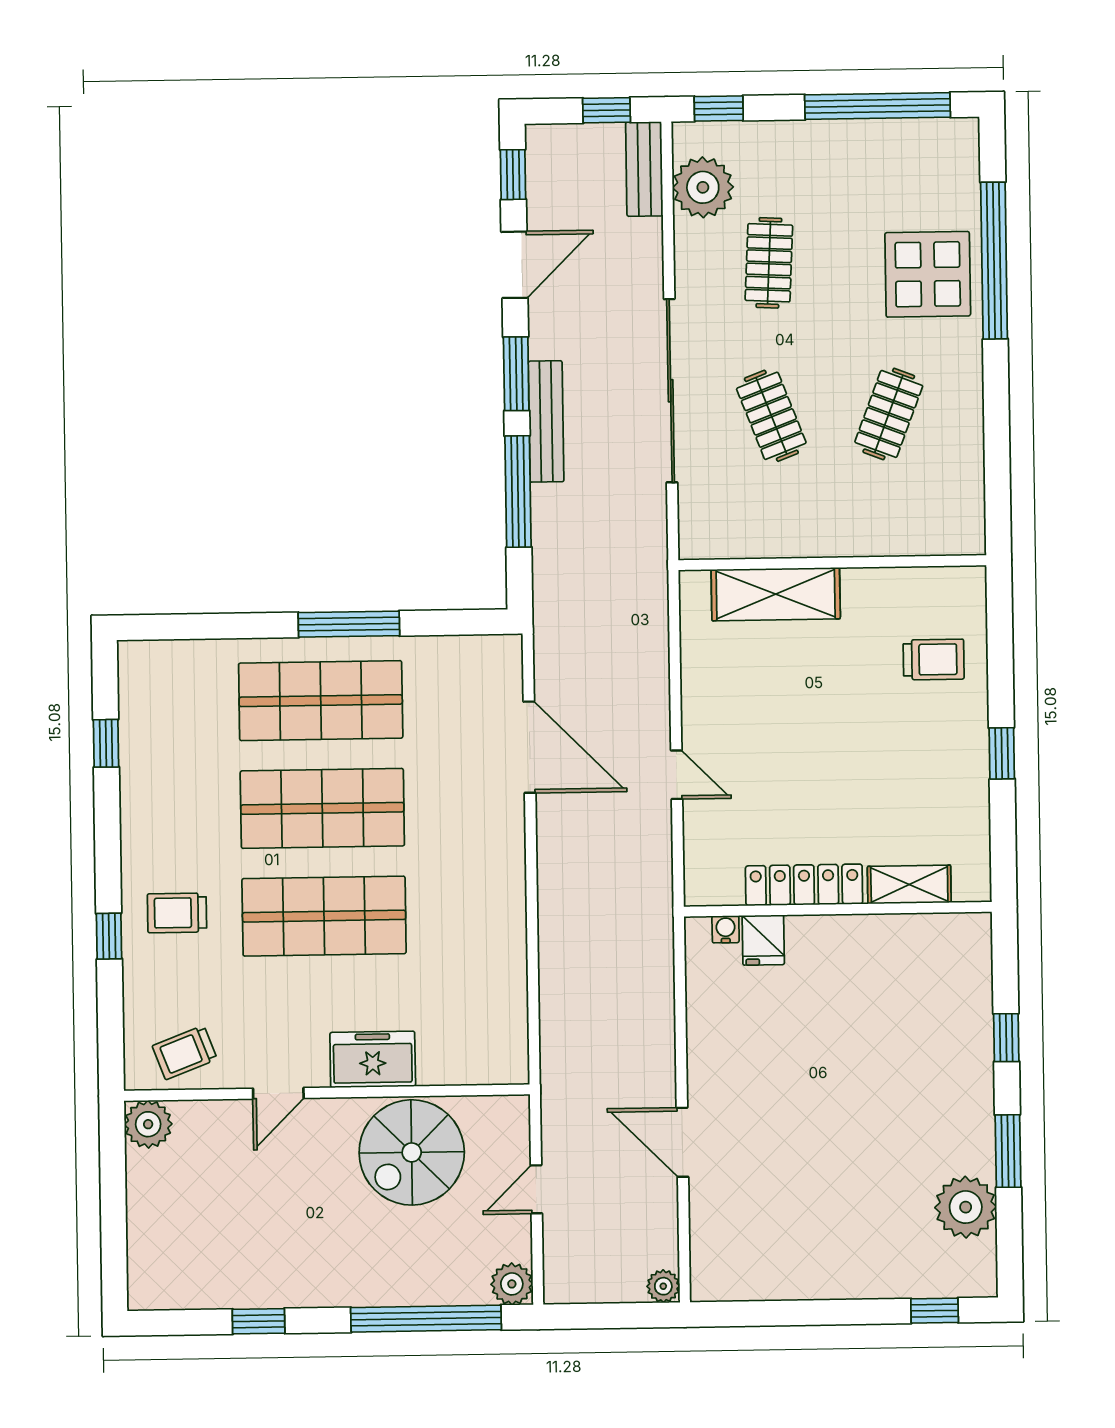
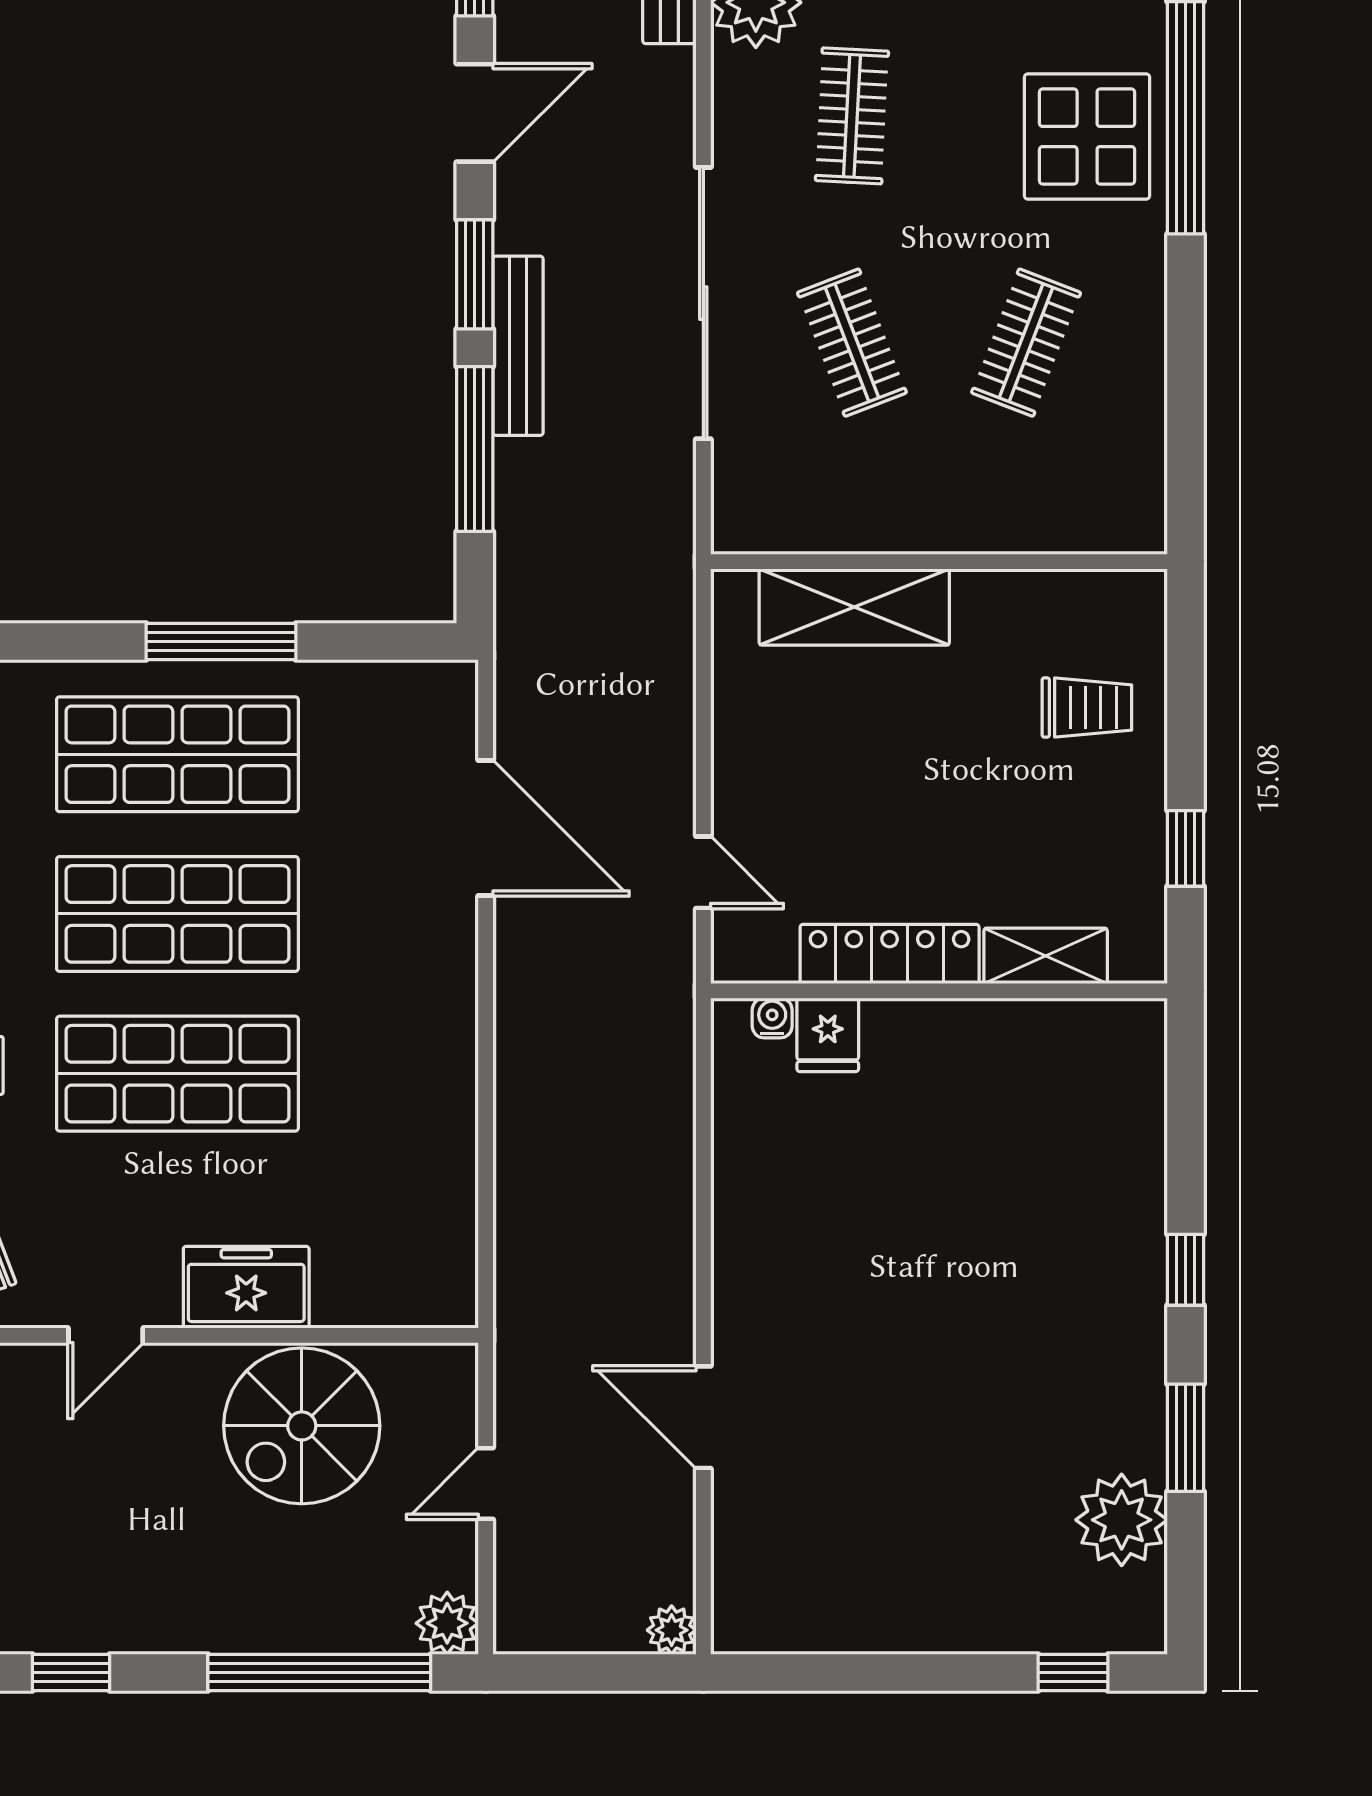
shelving: (909, 884) -> (1046, 956), moved
locker: (804, 885) -> (890, 954), moved
wall: (838, 909) -> (939, 991), moved
water cooler: (726, 929) -> (772, 1018), moved
fridge: (763, 940) -> (828, 1035), moved

